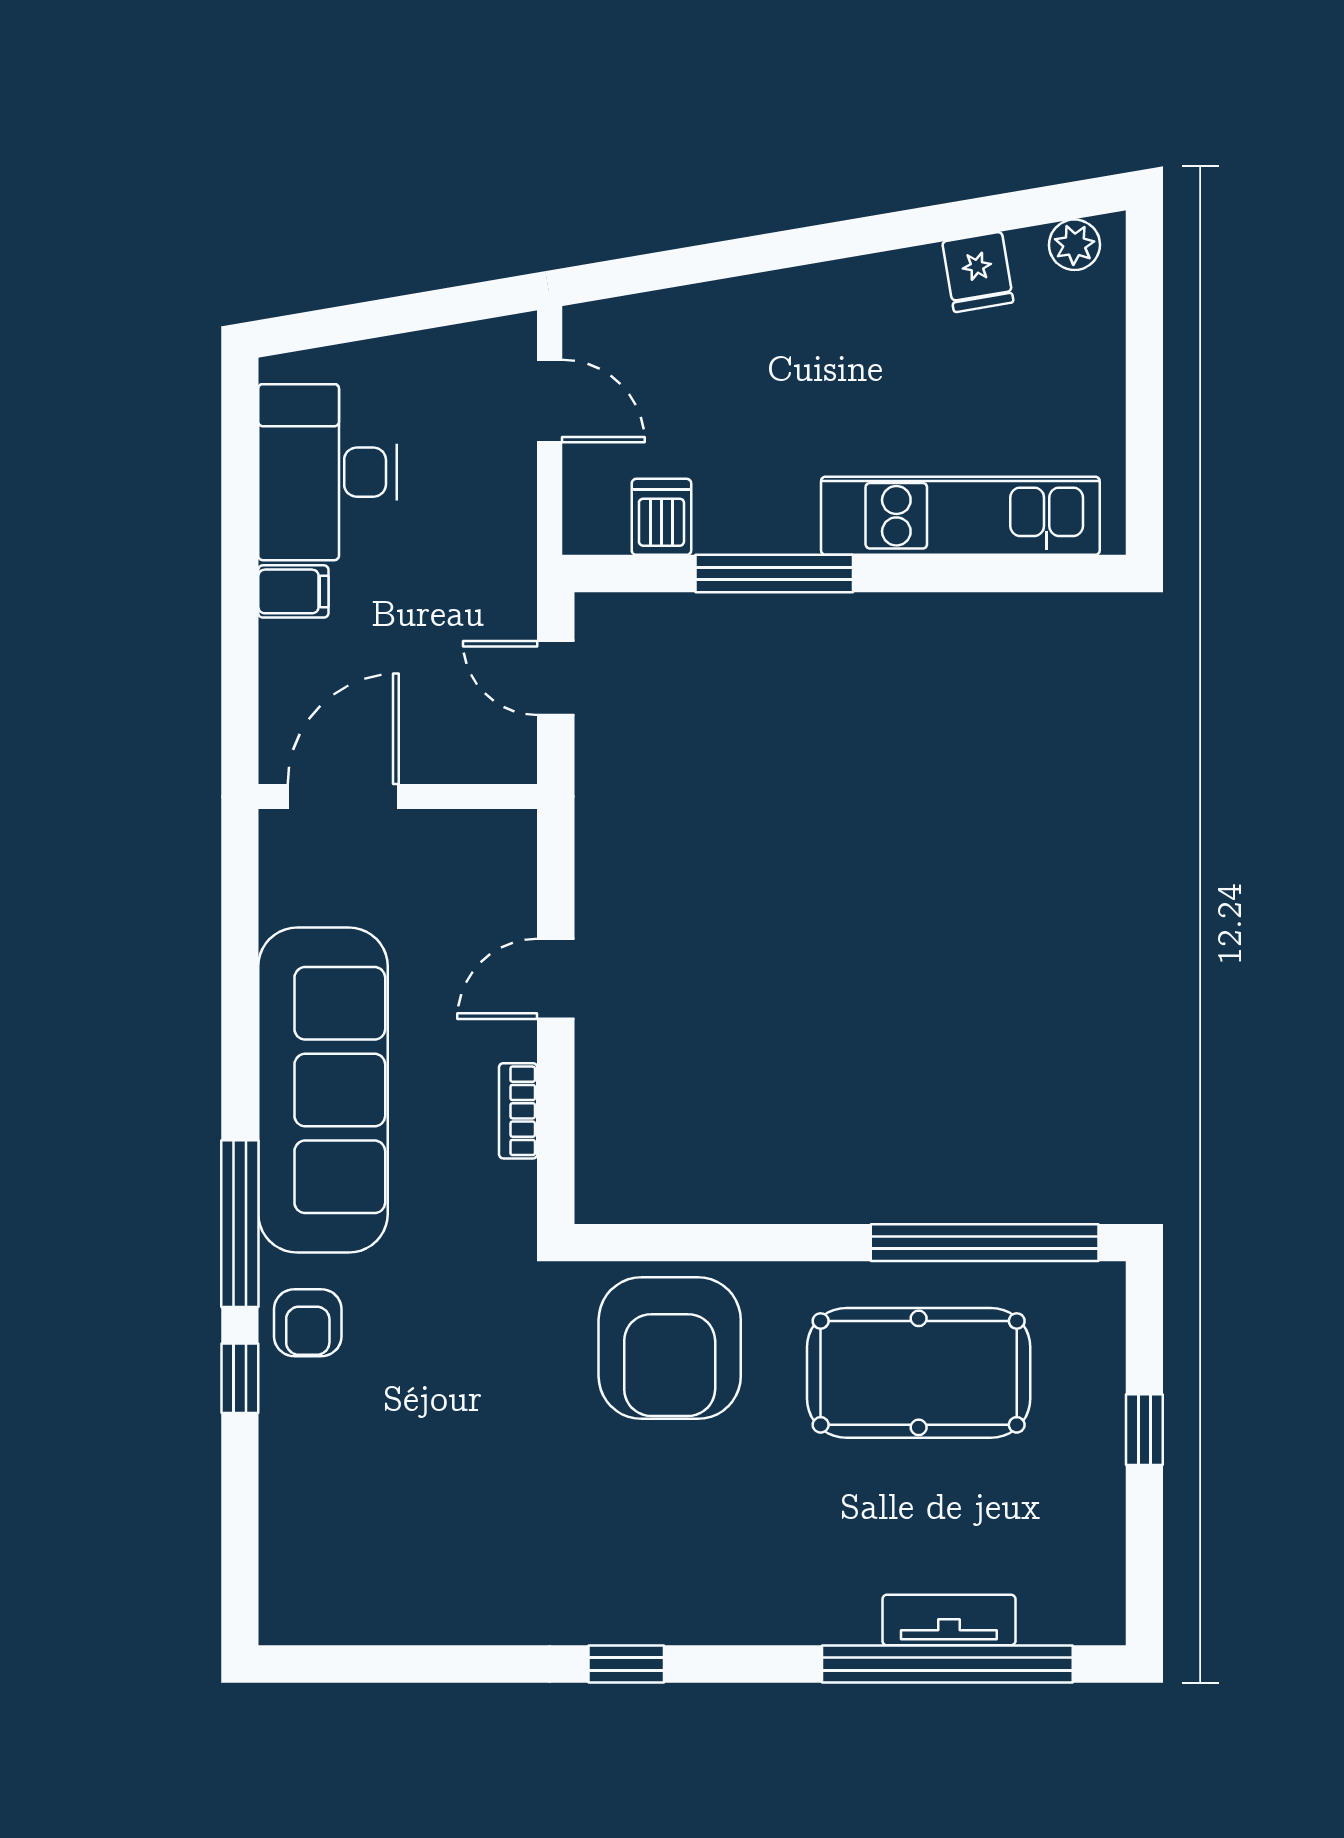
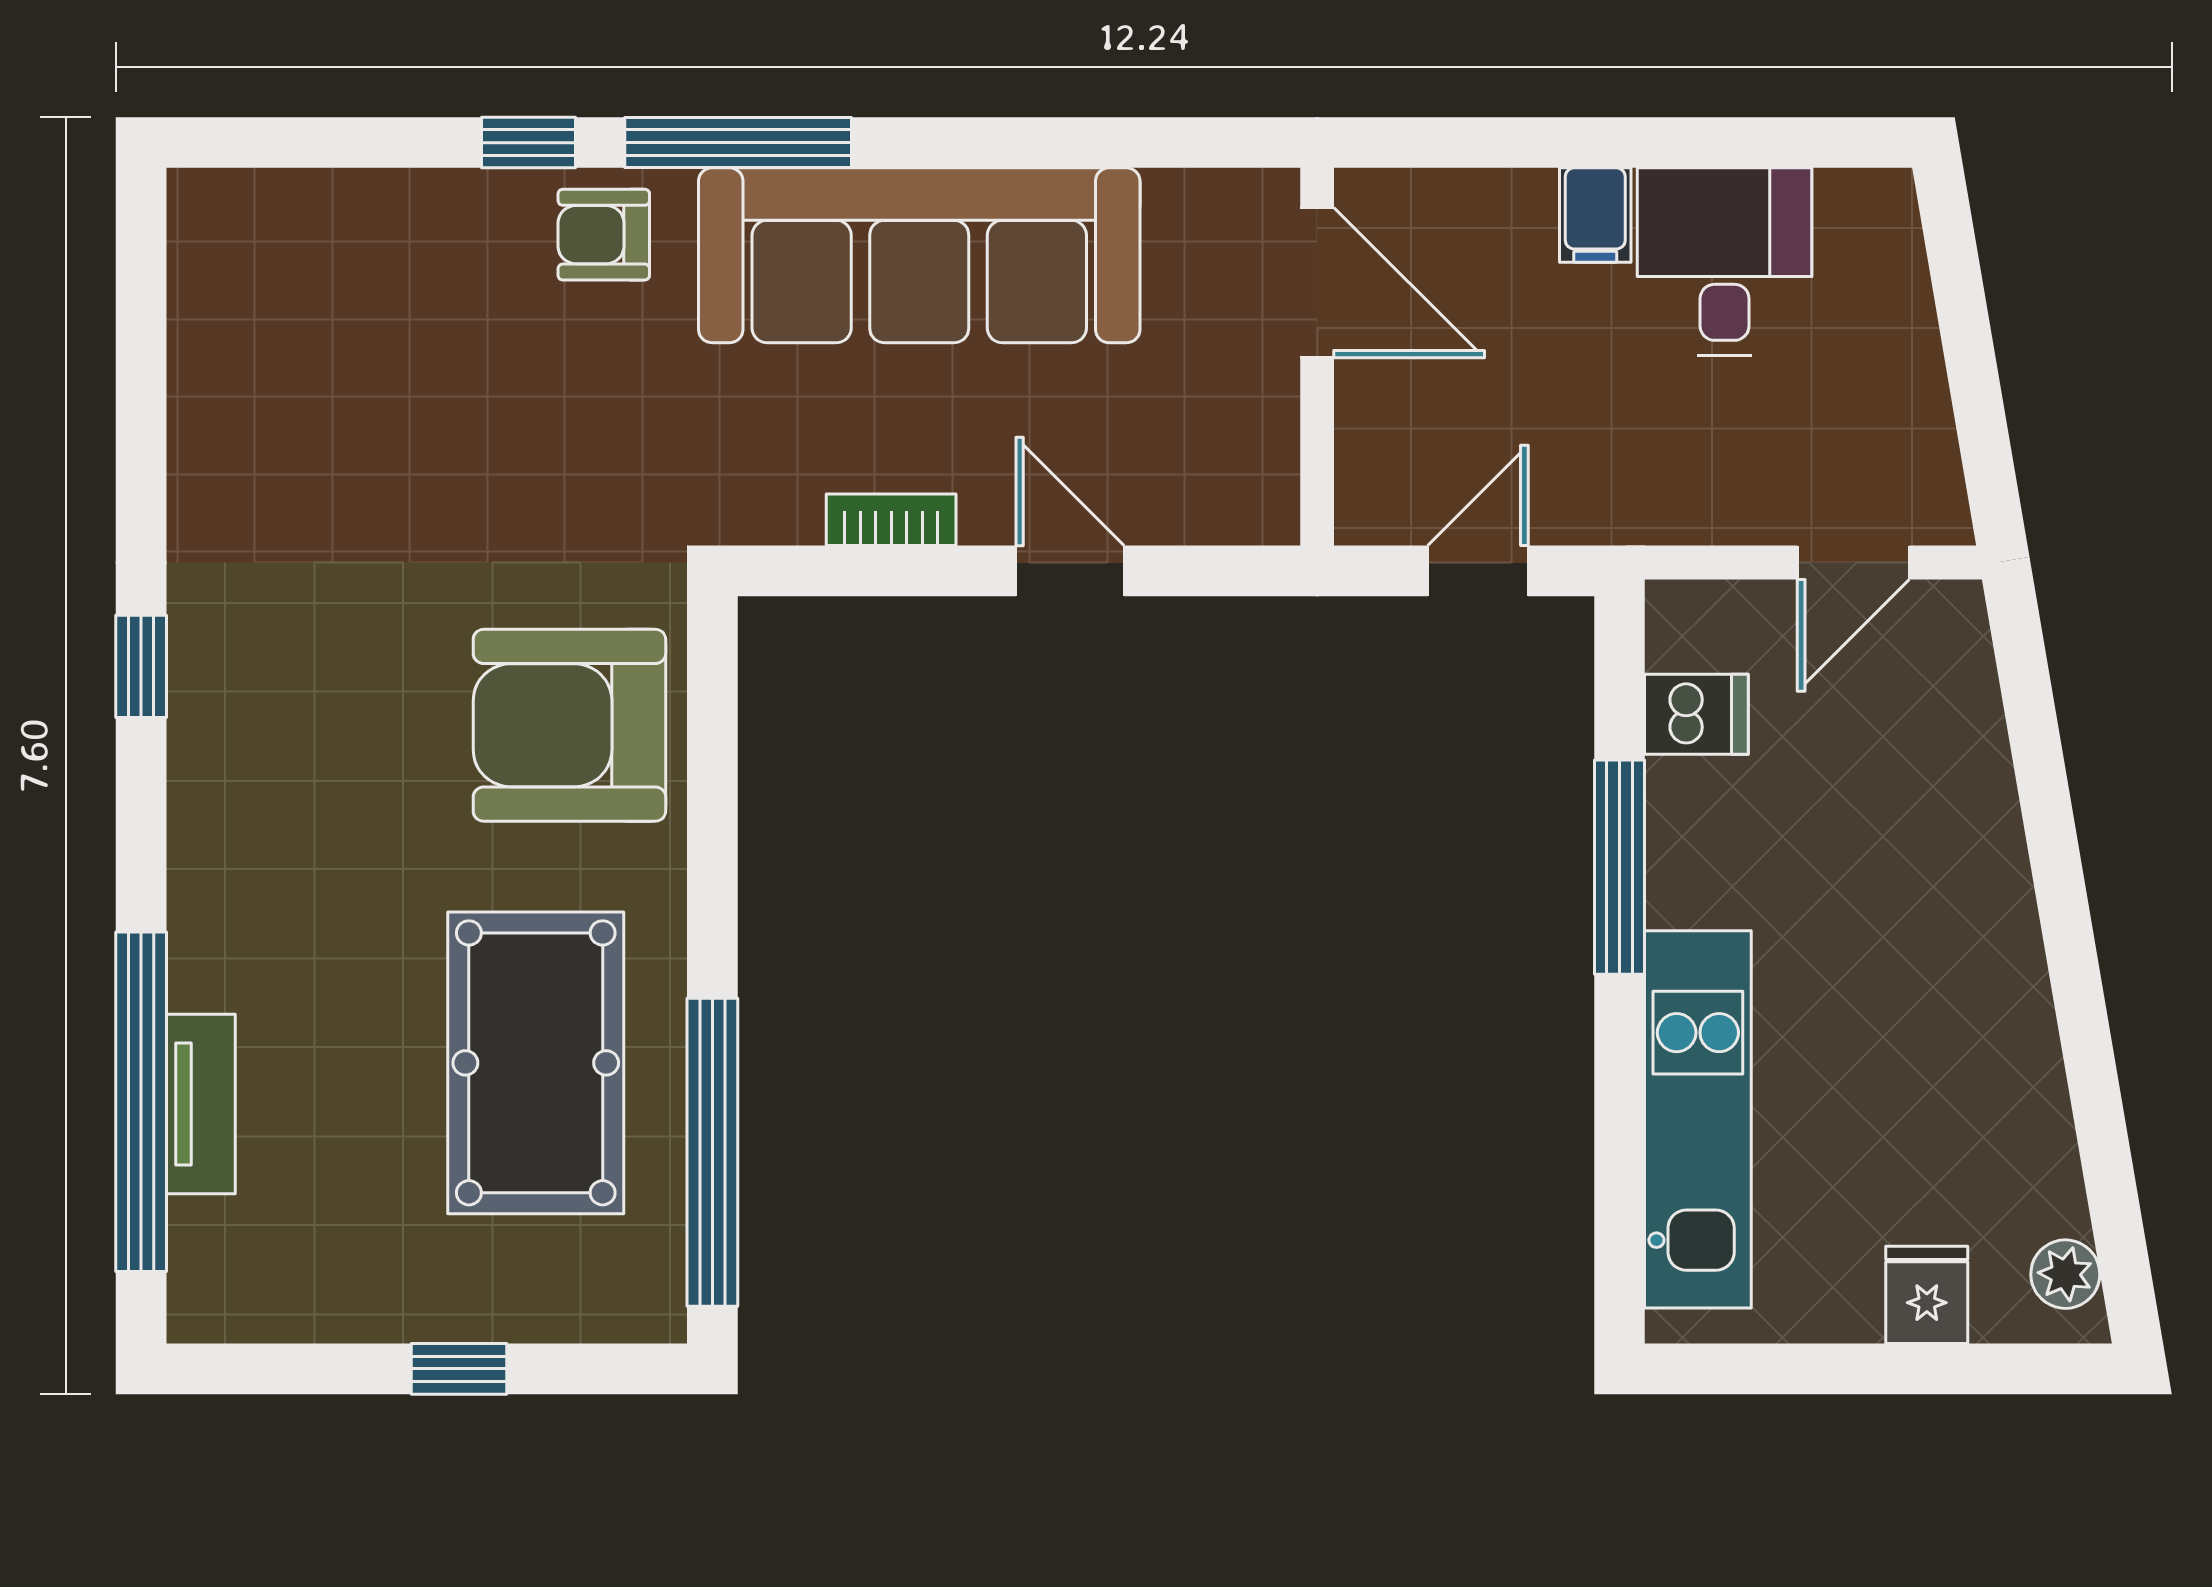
fridge: (978, 272) -> (1927, 1295), moved, turned 100
desk: (328, 472) -> (1725, 262), width x0.73

